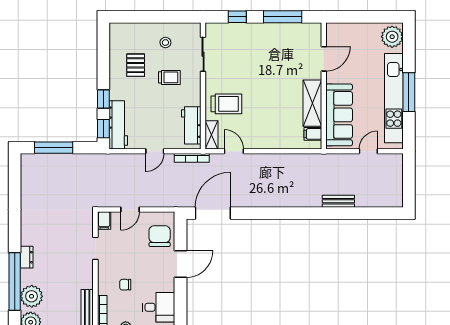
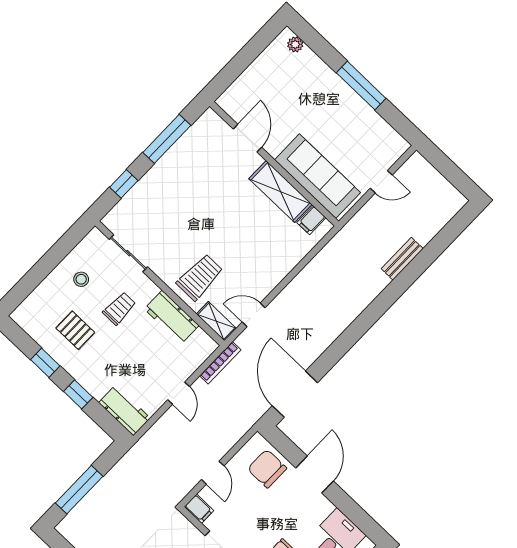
plant: (392, 37) -> (295, 44), width x0.53, depth x0.53
kitchen unit: (394, 98) -> (353, 106), removed
workbench: (118, 125) -> (124, 410), width x0.73
workbench: (191, 125) -> (172, 317), moved
window: (103, 129) -> (45, 363), moved
door: (368, 151) -> (381, 182), swing flipped

